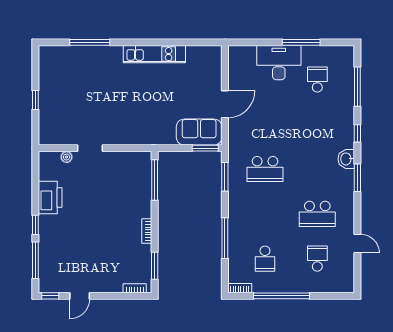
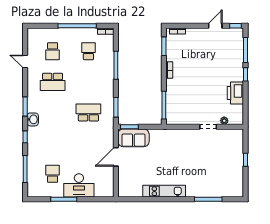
school desk: (317, 79) -> (53, 174), turned 180
school desk: (317, 214) -> (53, 82), turned 180

